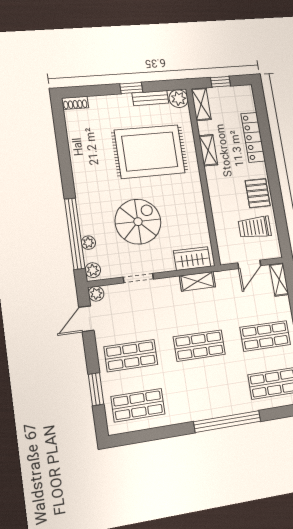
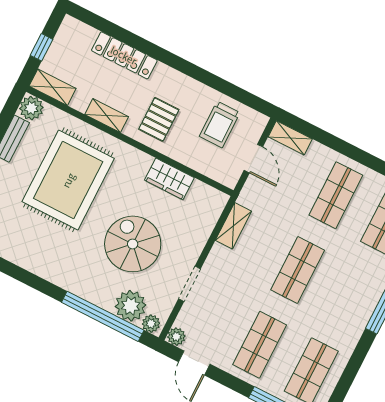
pallet: (258, 193) -> (159, 119), moved, turned 90
plant: (88, 243) -> (131, 306), width x1.88, depth x1.88
wardrobe: (192, 259) -> (169, 179), moved, turned -90

